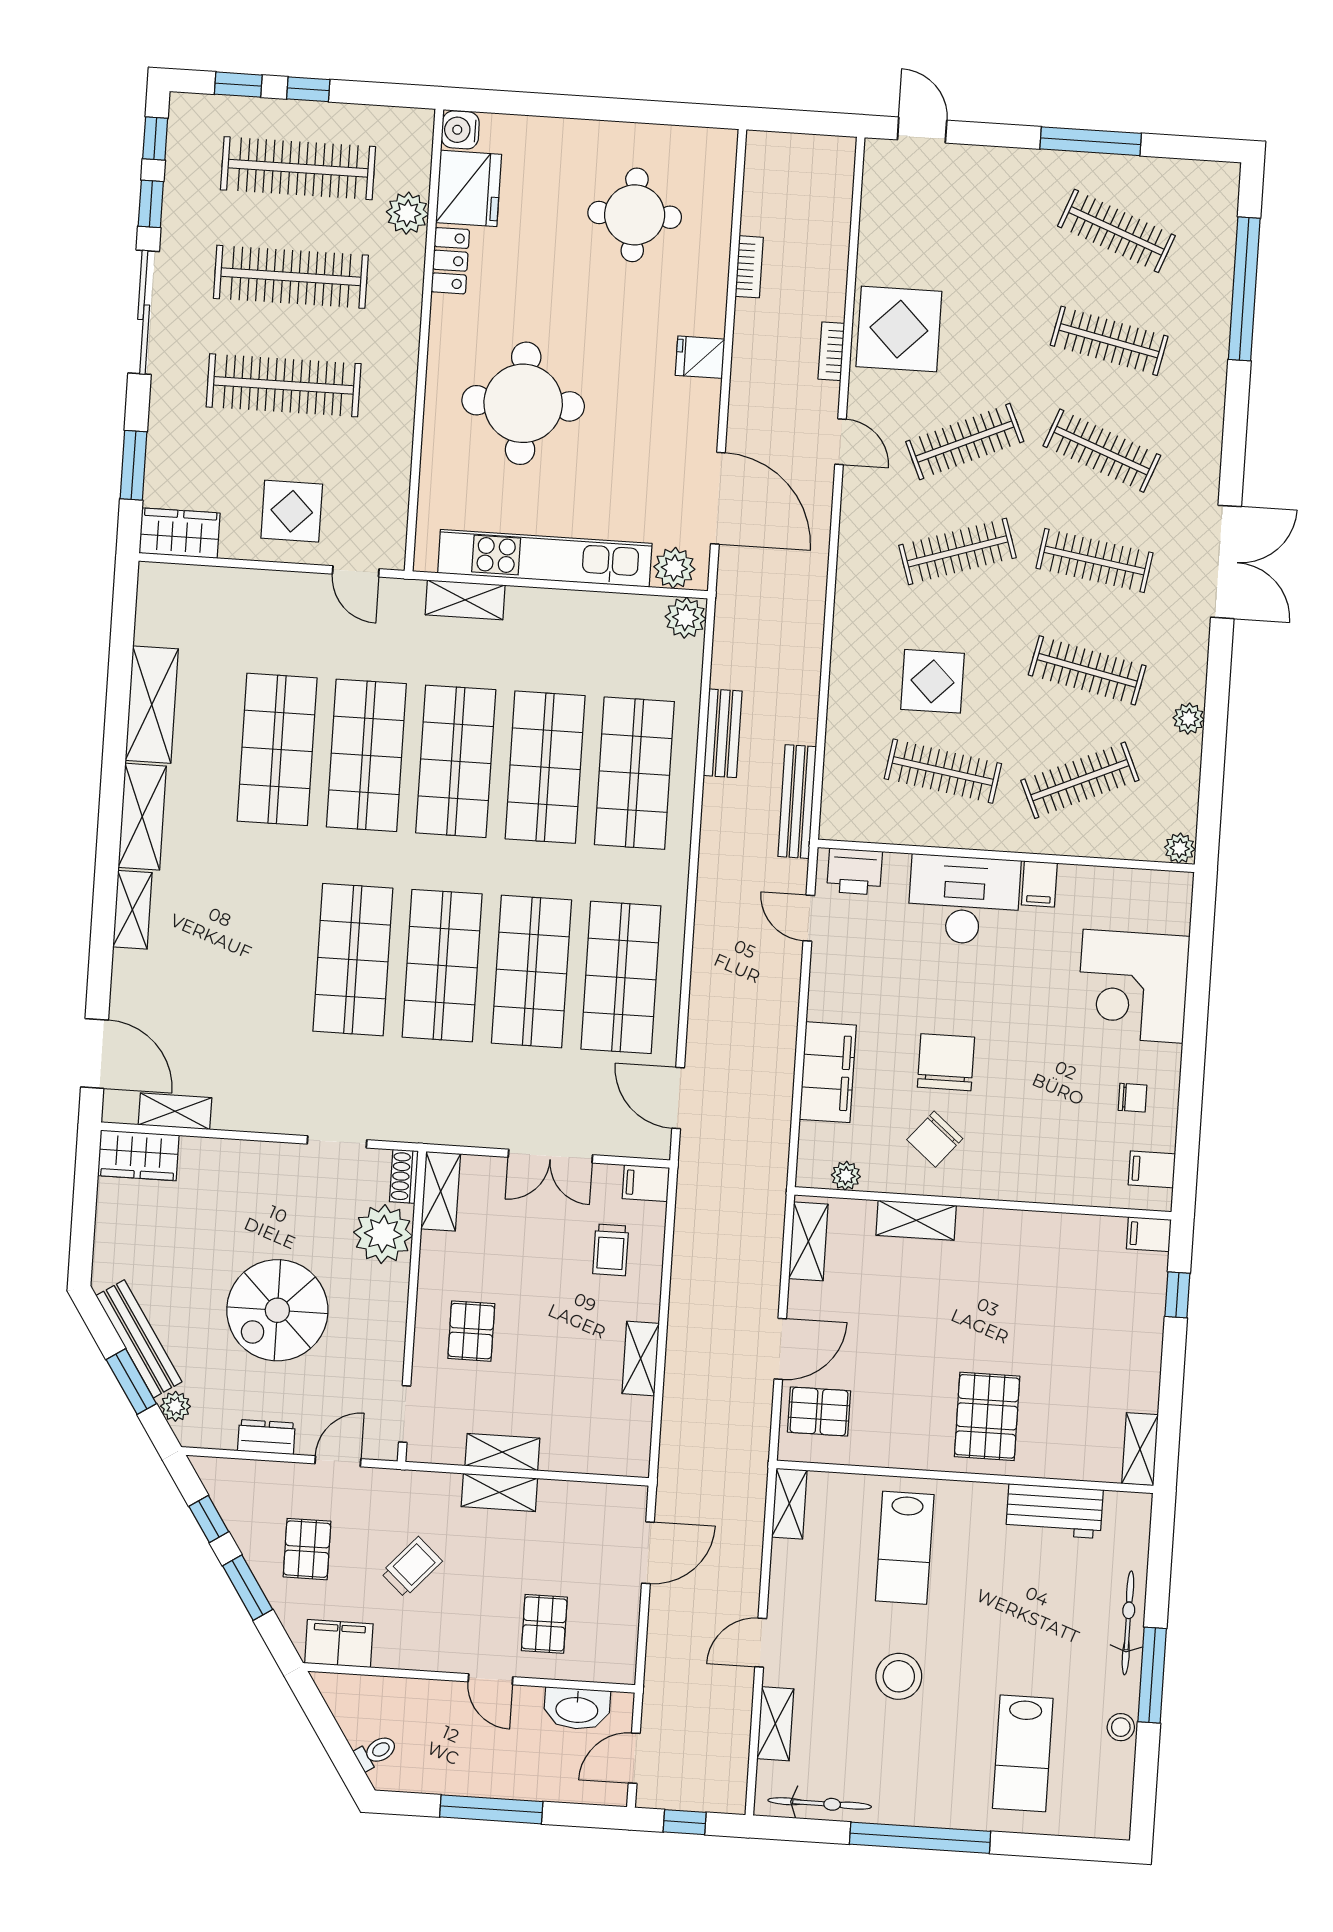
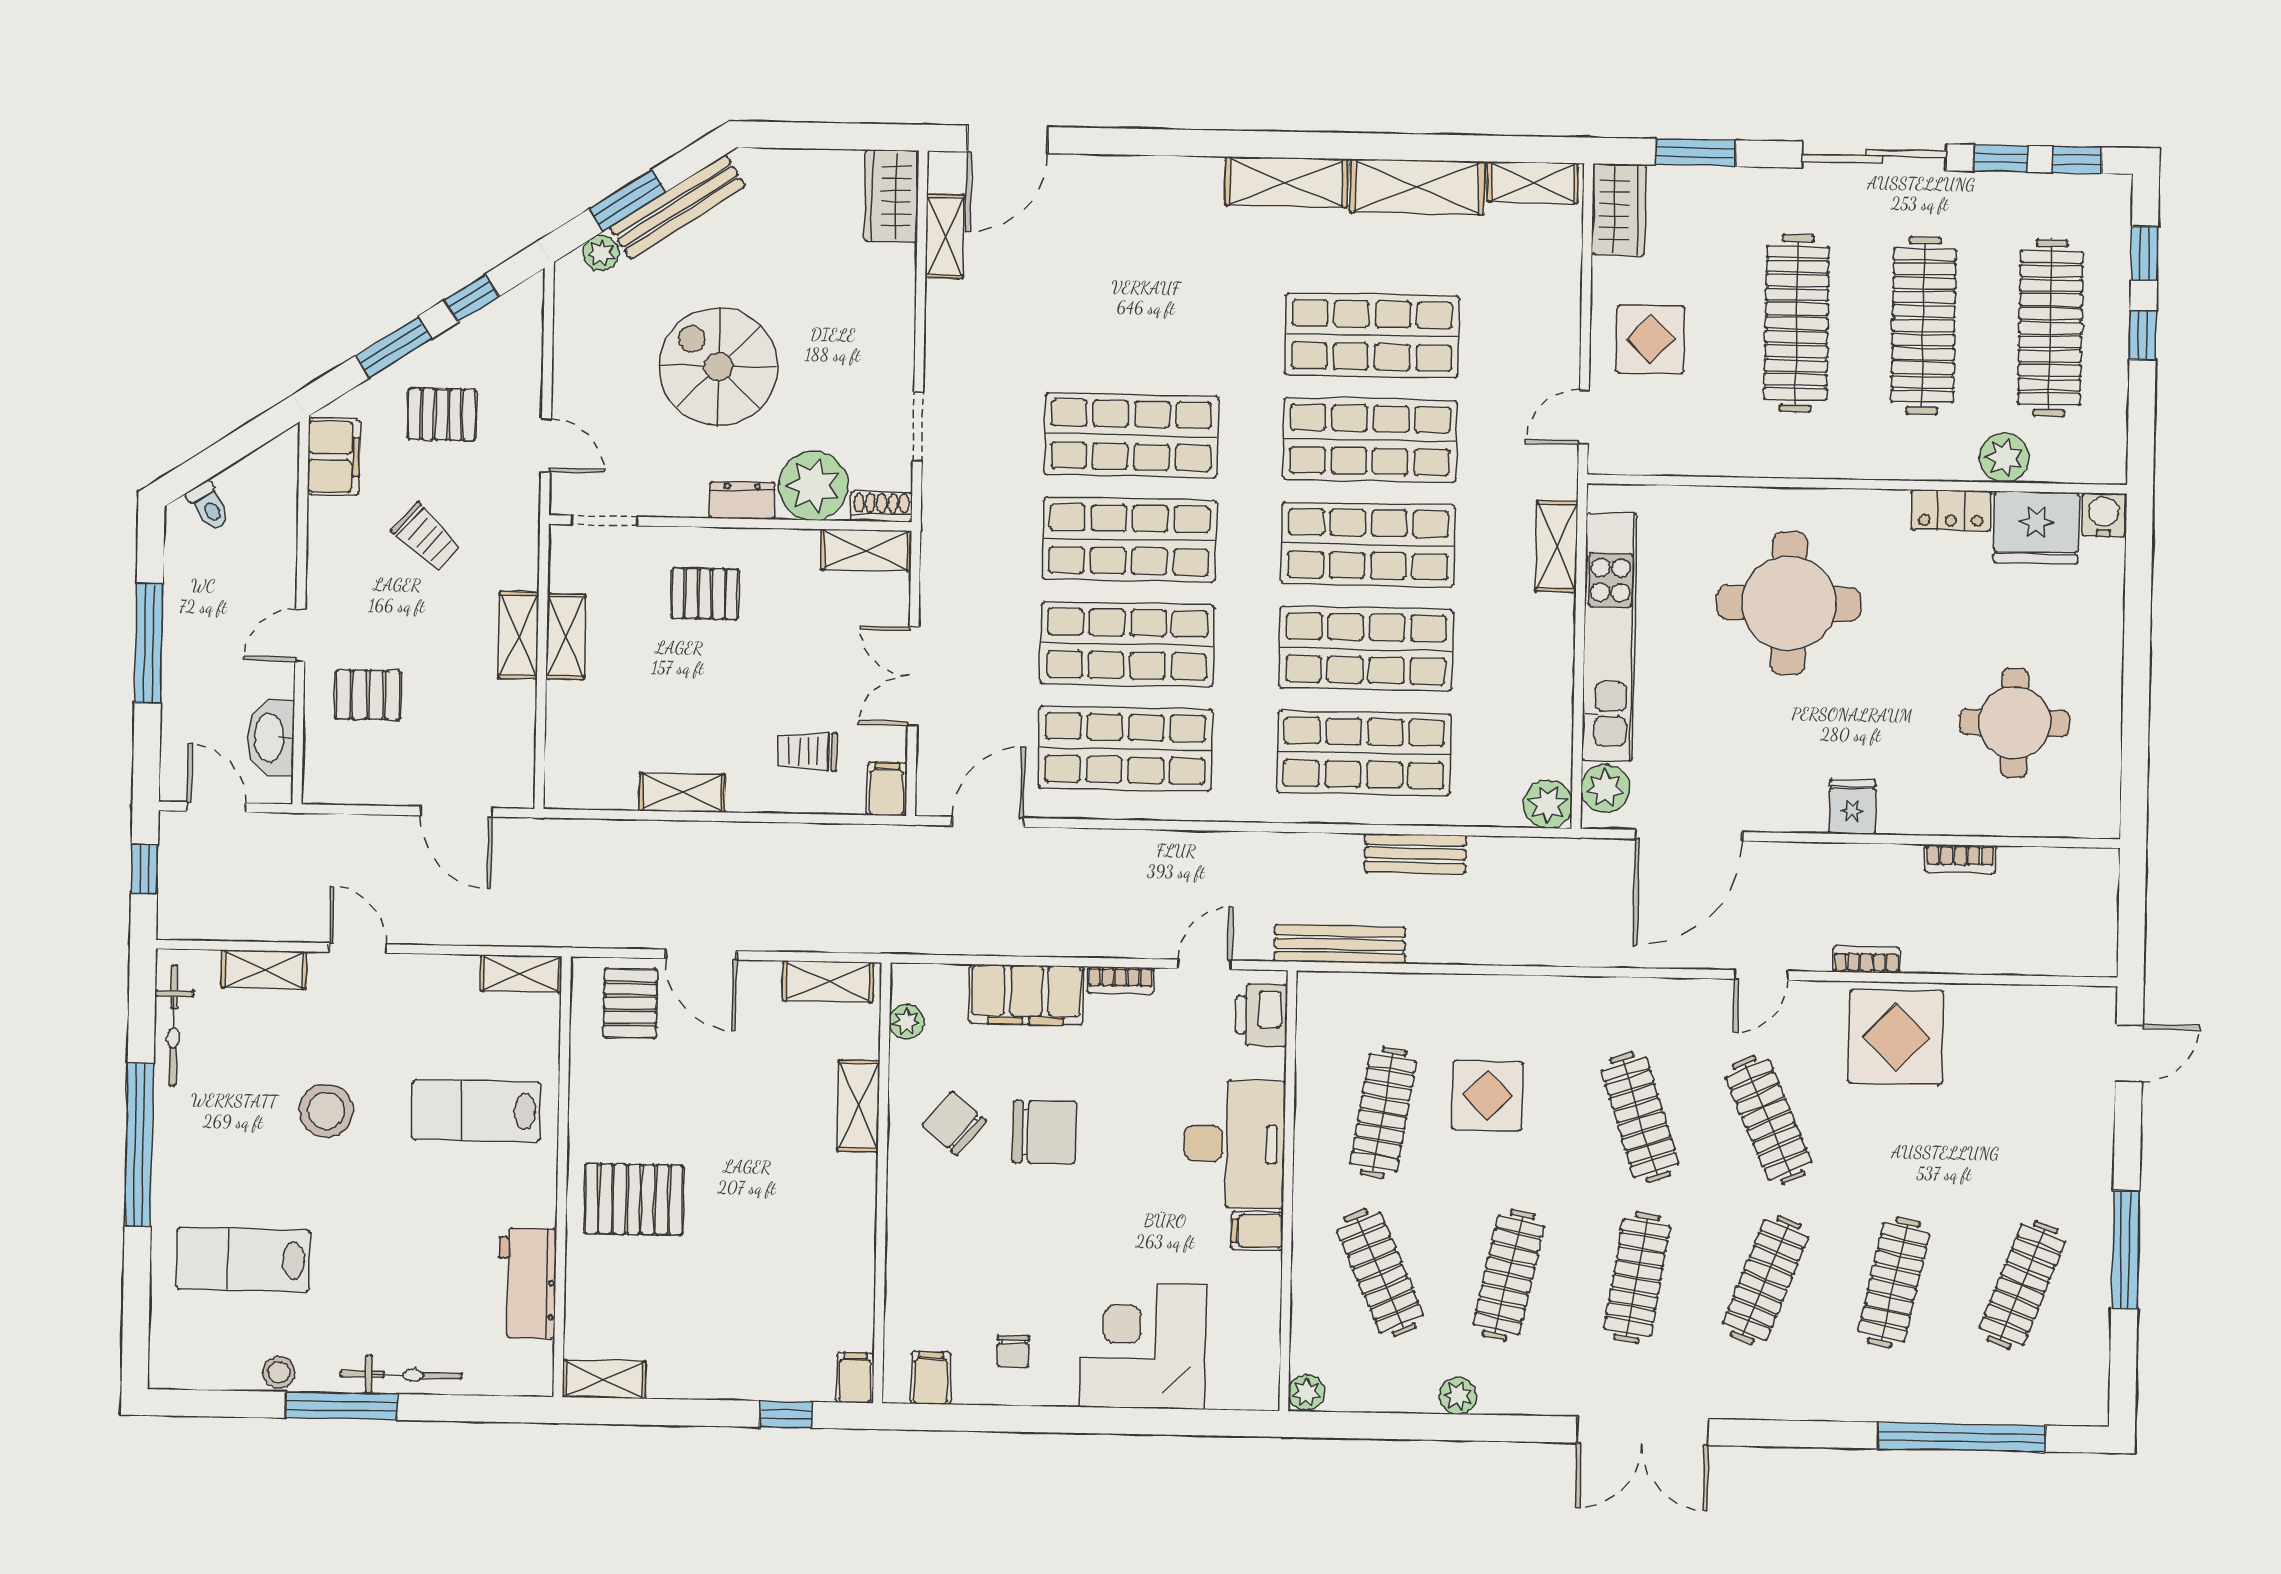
shelving: (132, 910) -> (1533, 183), moved
bookcase: (819, 991) -> (1120, 980), added
dresser: (266, 1437) -> (742, 501), moved, turned -90

